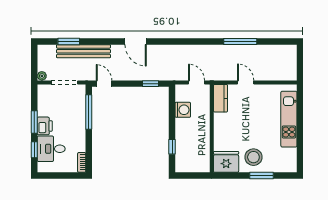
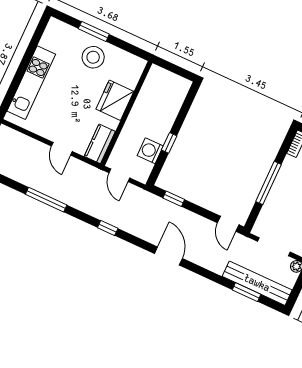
window: (188, 41) -> (108, 228), added
bench: (84, 51) -> (257, 283), moved
window: (89, 112) -> (269, 183), moved
window: (172, 147) -> (169, 143), moved
fridge: (226, 162) -> (115, 100), moved, turned 90

